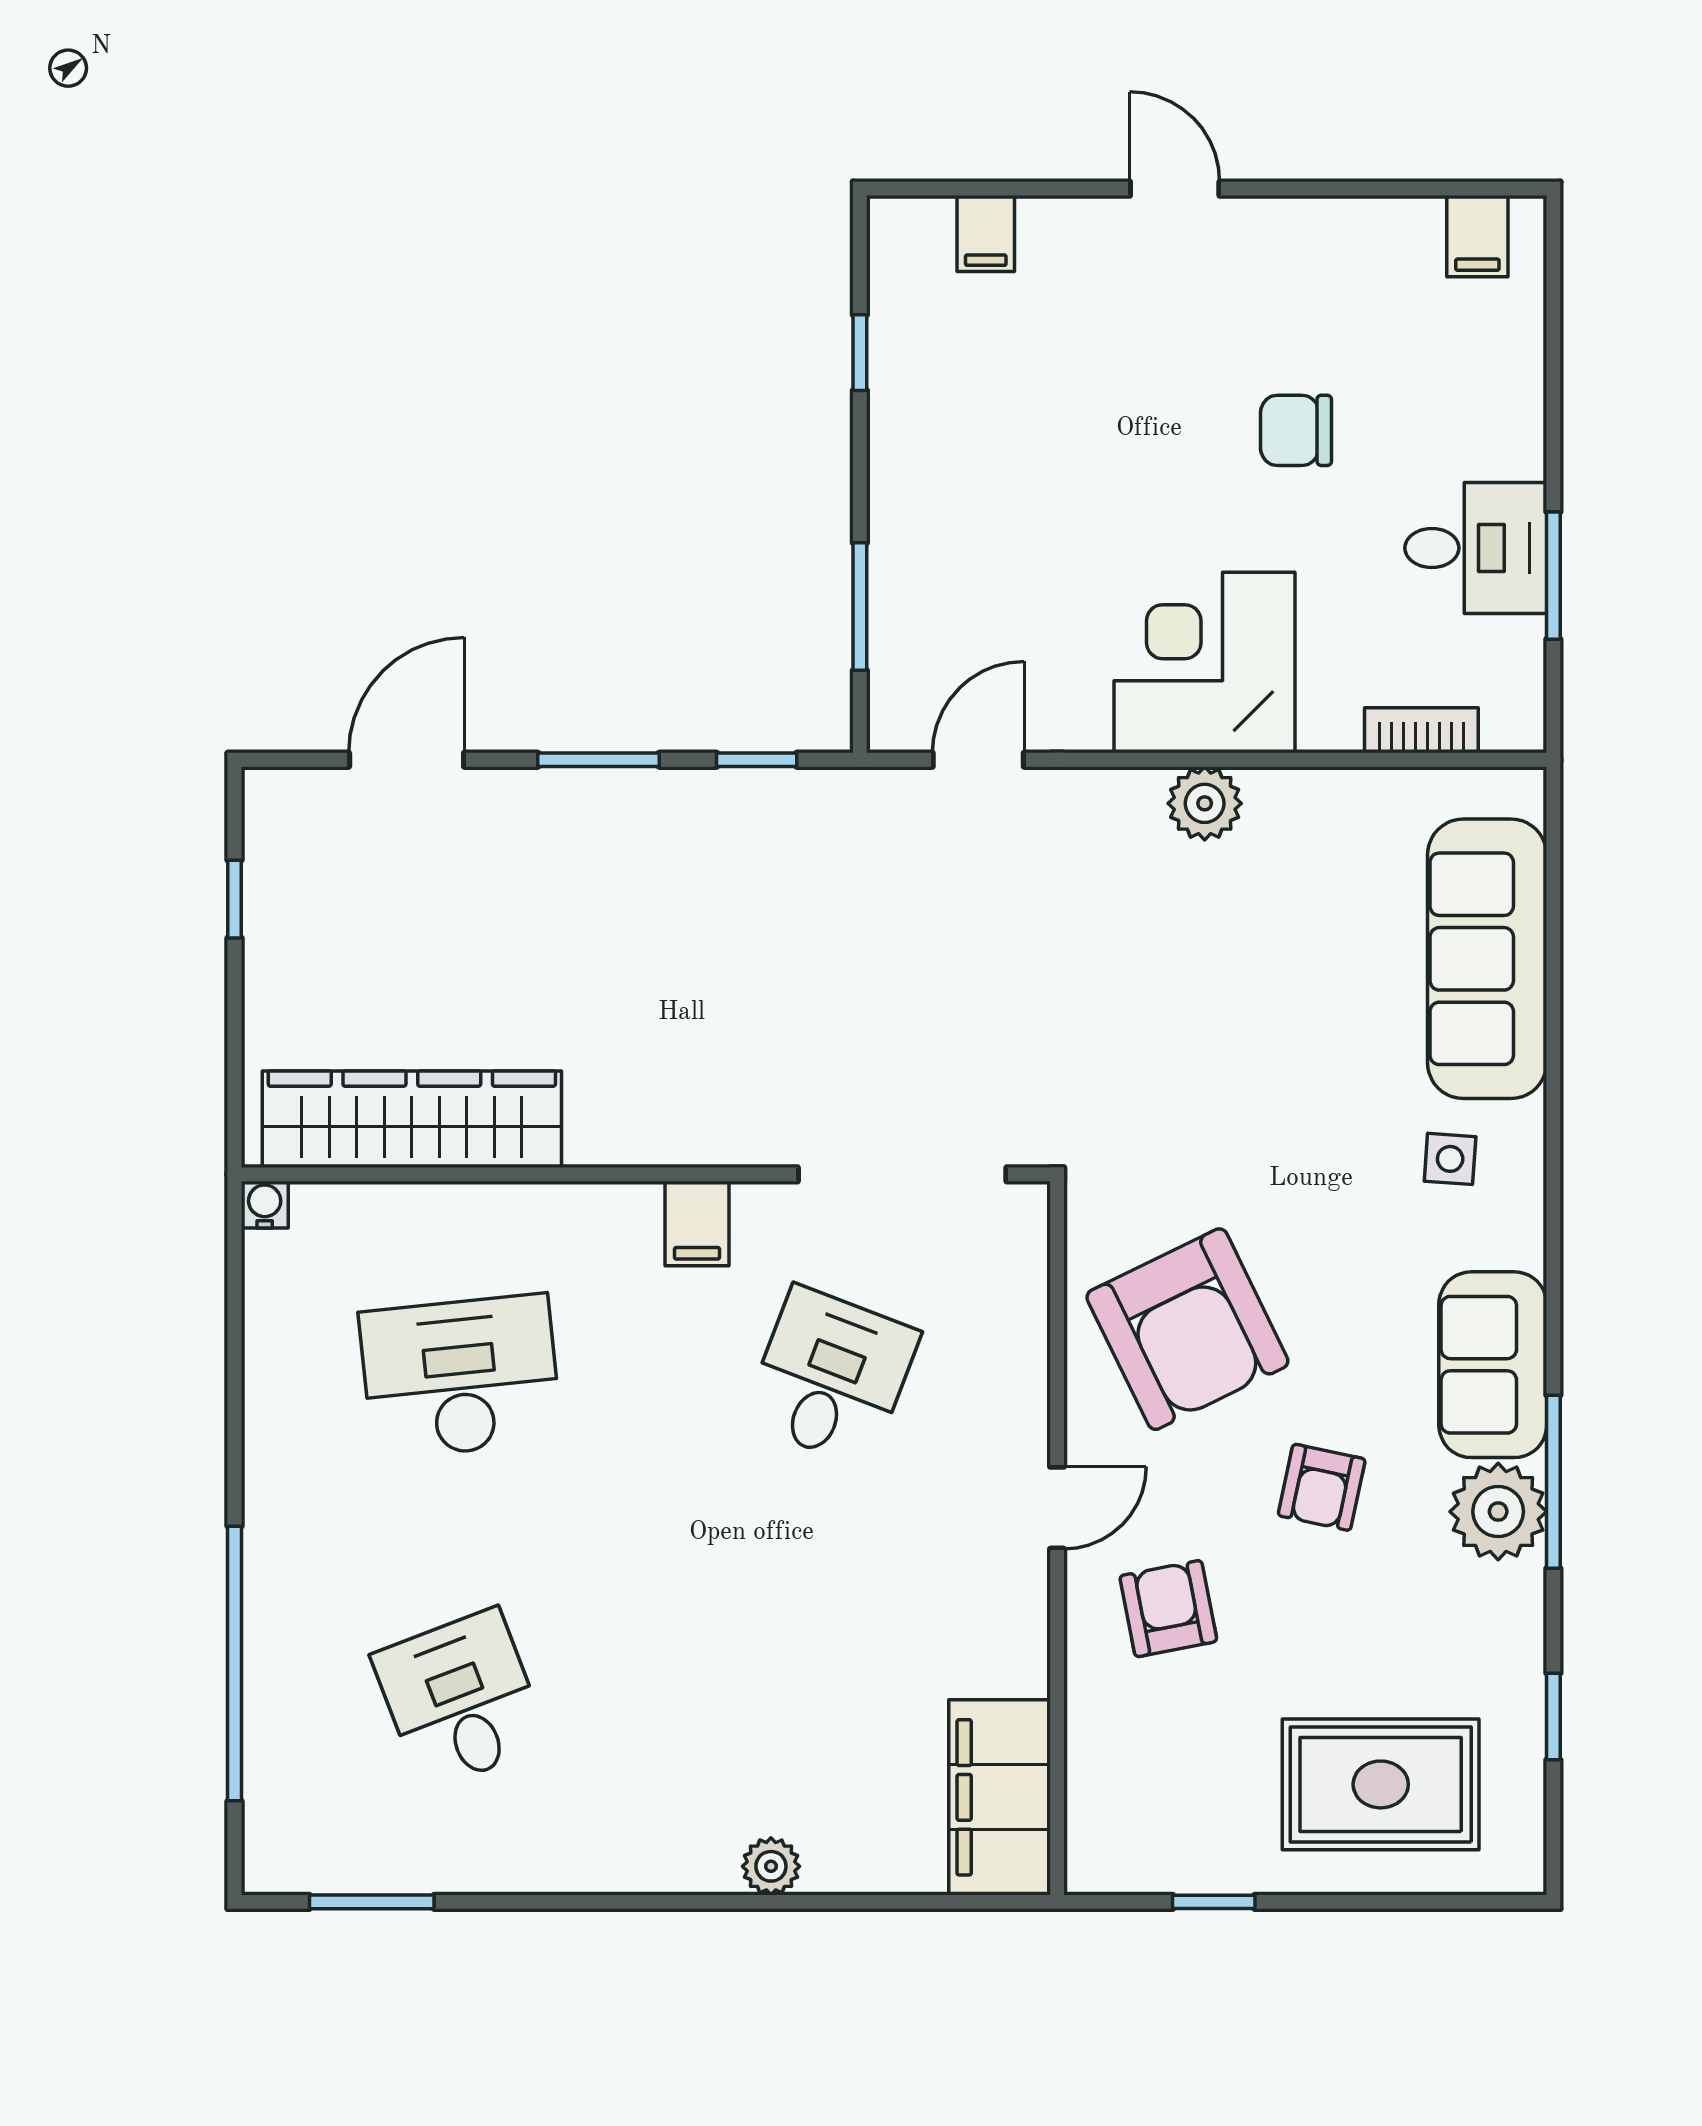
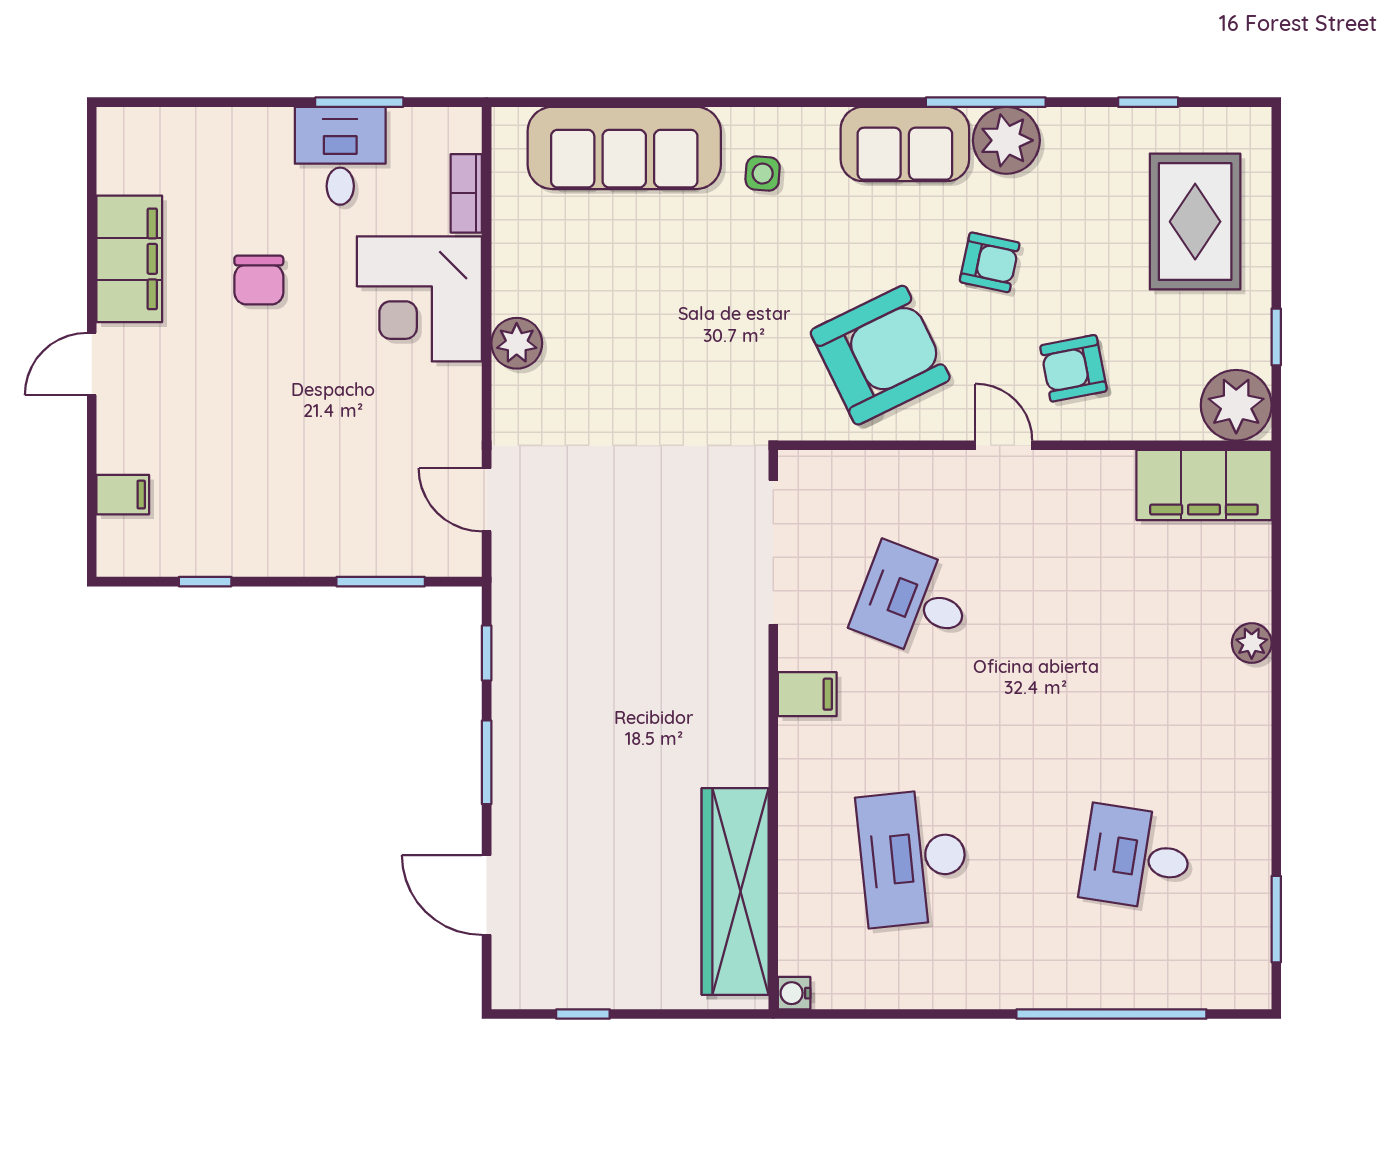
filing cabinet: (1477, 236) -> (129, 259), moved, width x3.00, depth x1.17
corner desk: (1204, 662) -> (419, 299), moved
desk: (460, 1700) -> (1136, 858), turned 30
plant: (1115, 1844) -> (1236, 405), added

